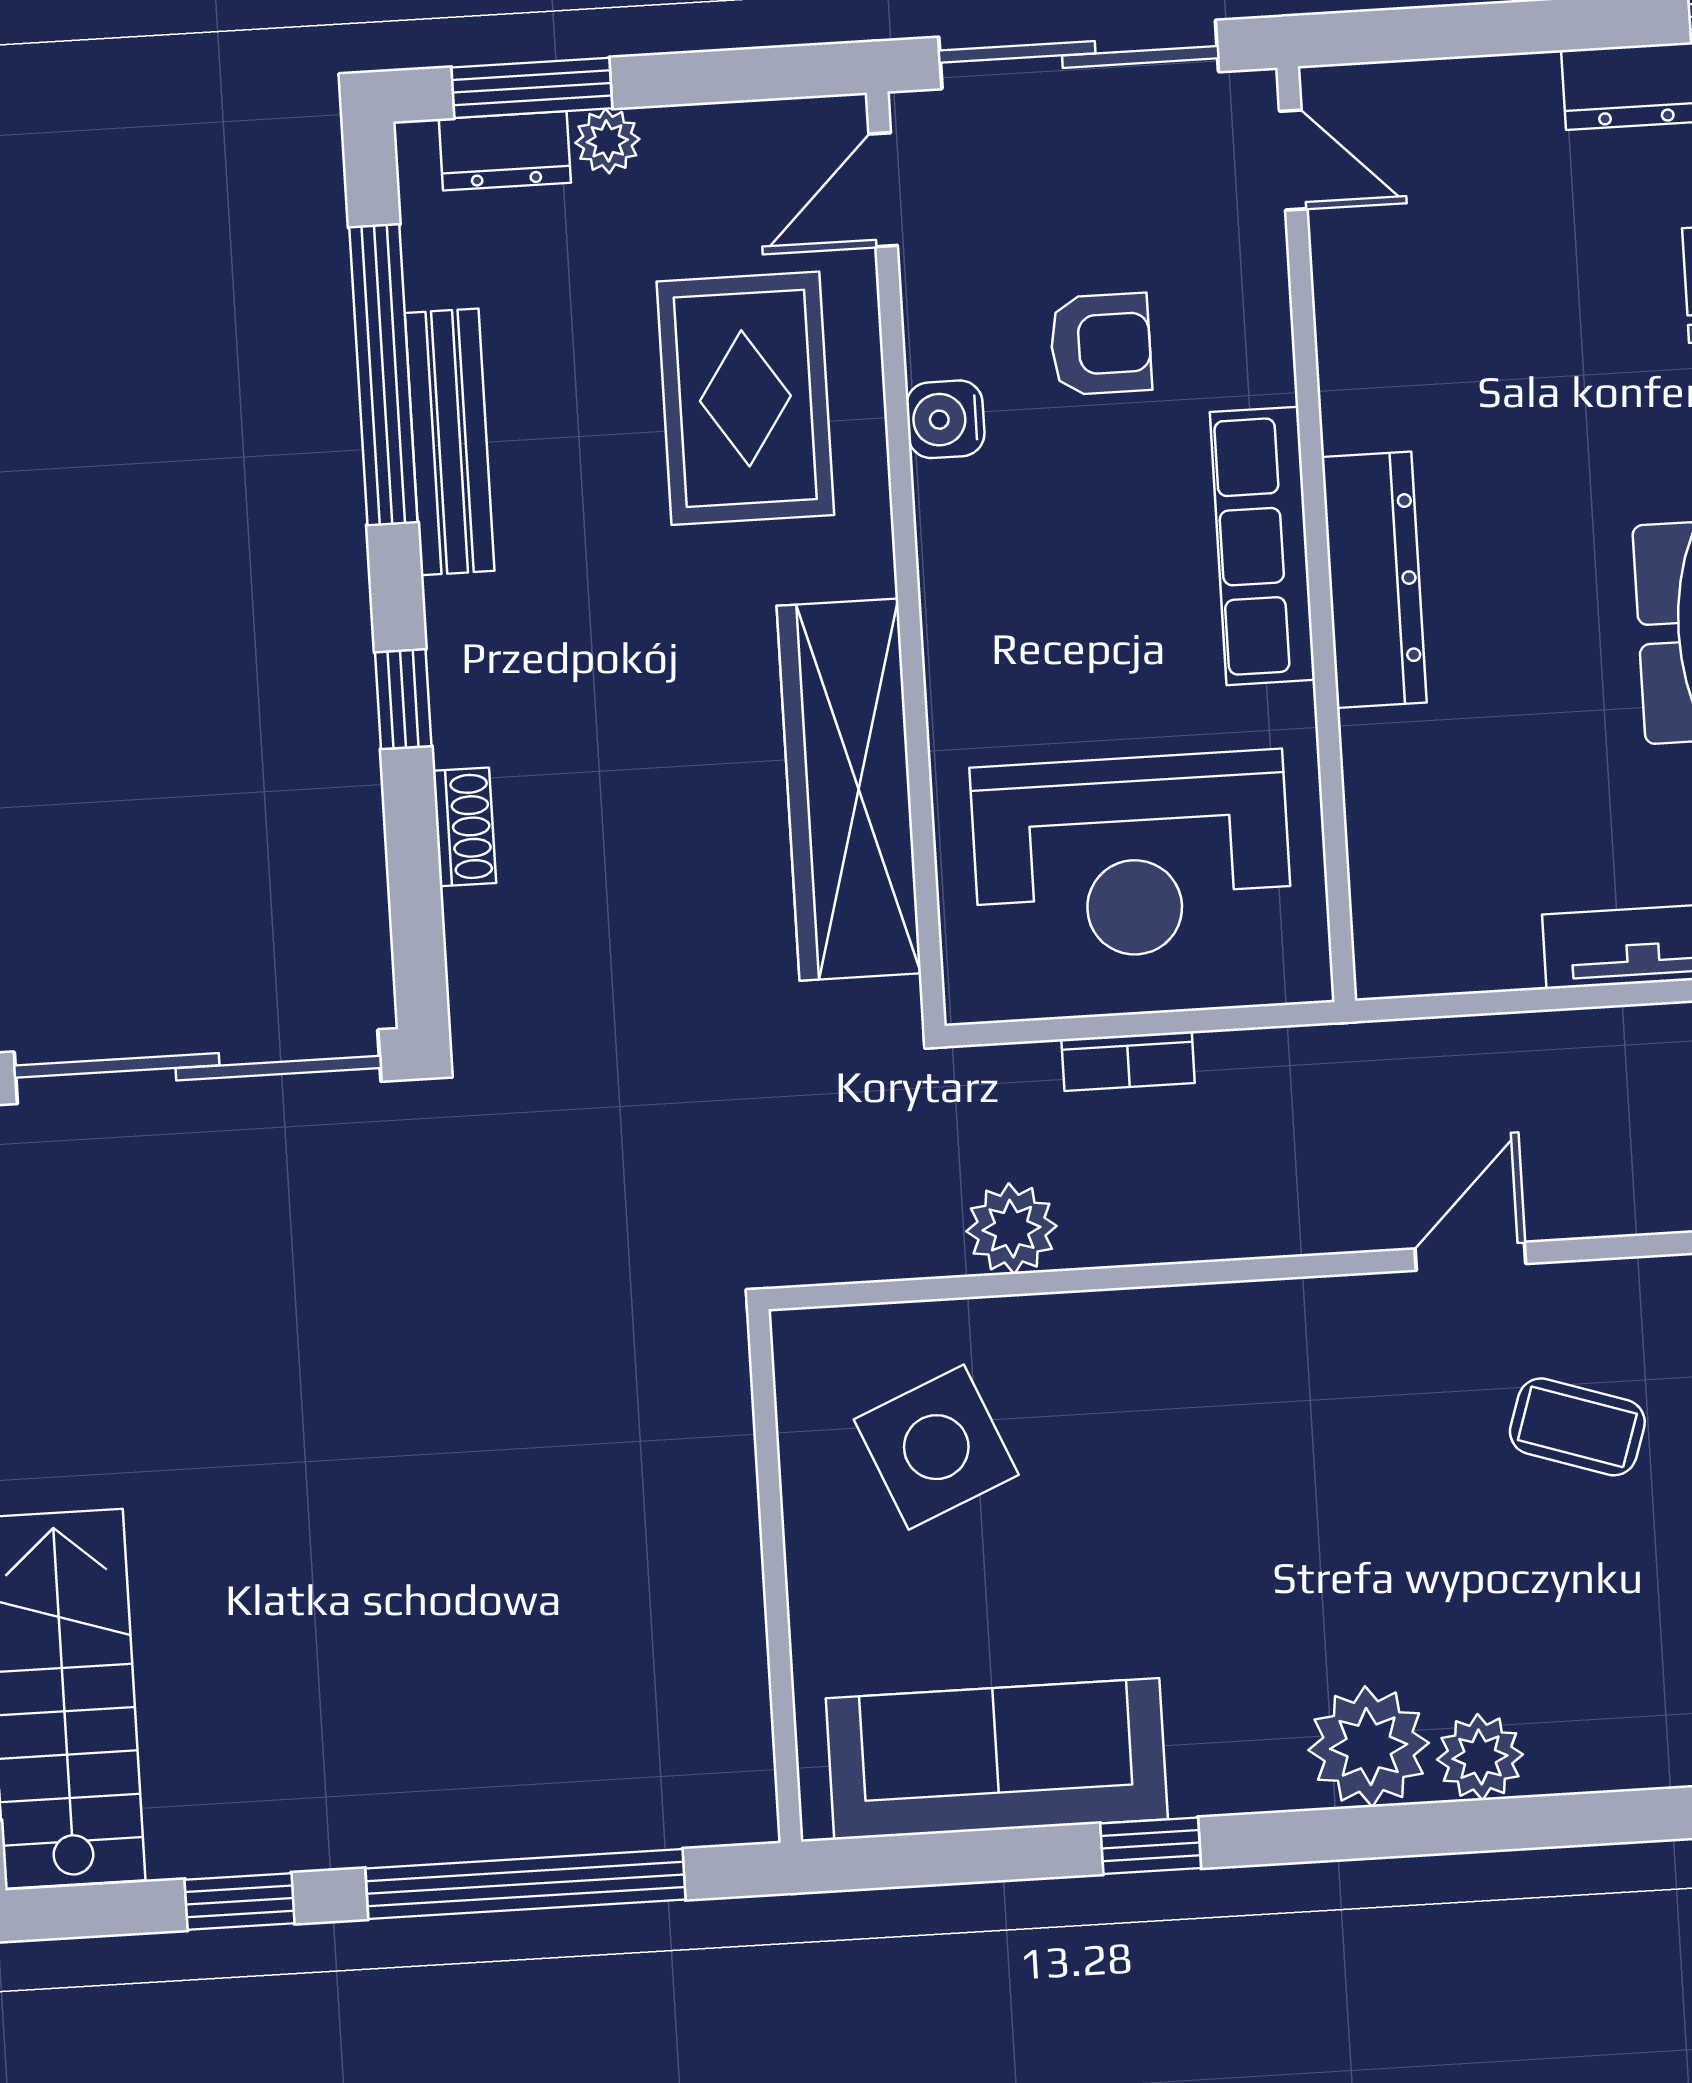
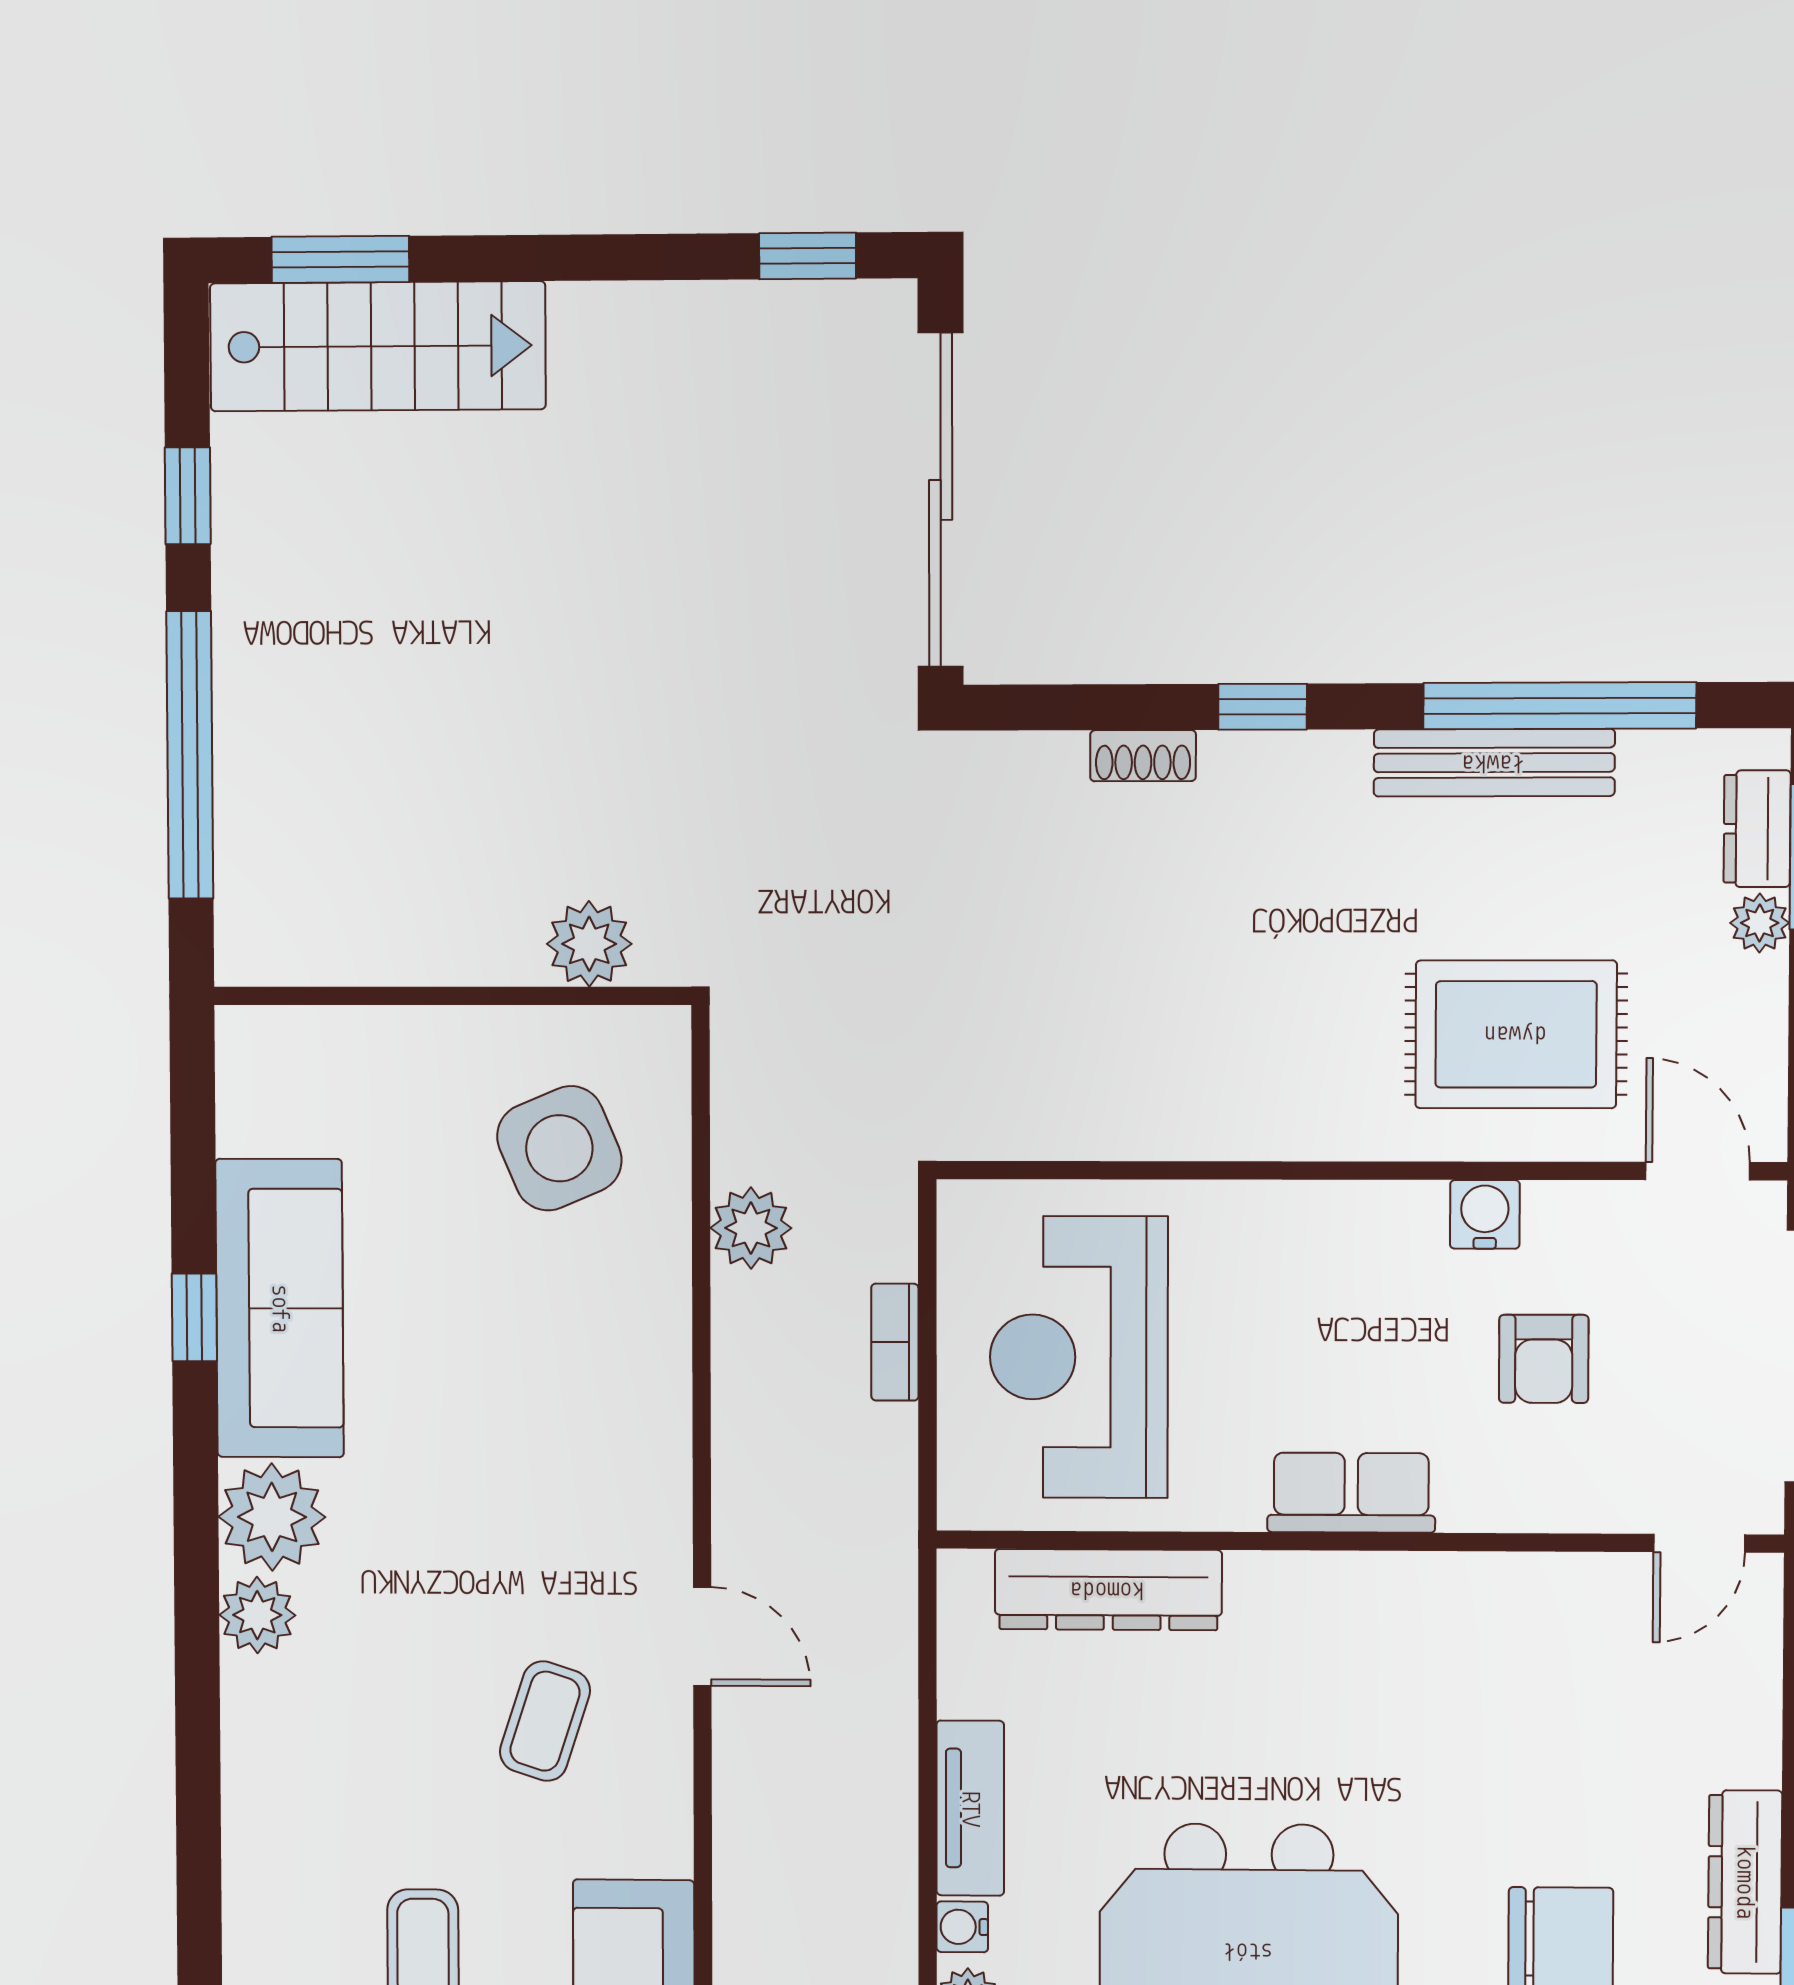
row of seats: (1262, 546) -> (1351, 1493), width x0.68
dresser: (1374, 580) -> (1108, 1590), moved
wardrobe: (849, 790) -> (1155, 1106), removed
plant: (708, 1427) -> (589, 944), added
sofa: (997, 1759) -> (280, 1308), moved

